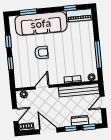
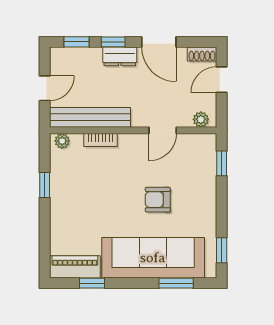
window: (8, 41) -> (222, 250), moved
window: (98, 55) -> (45, 185), width x0.46
window: (10, 63) -> (222, 163), moved
dresser: (80, 121) -> (120, 56), moved

